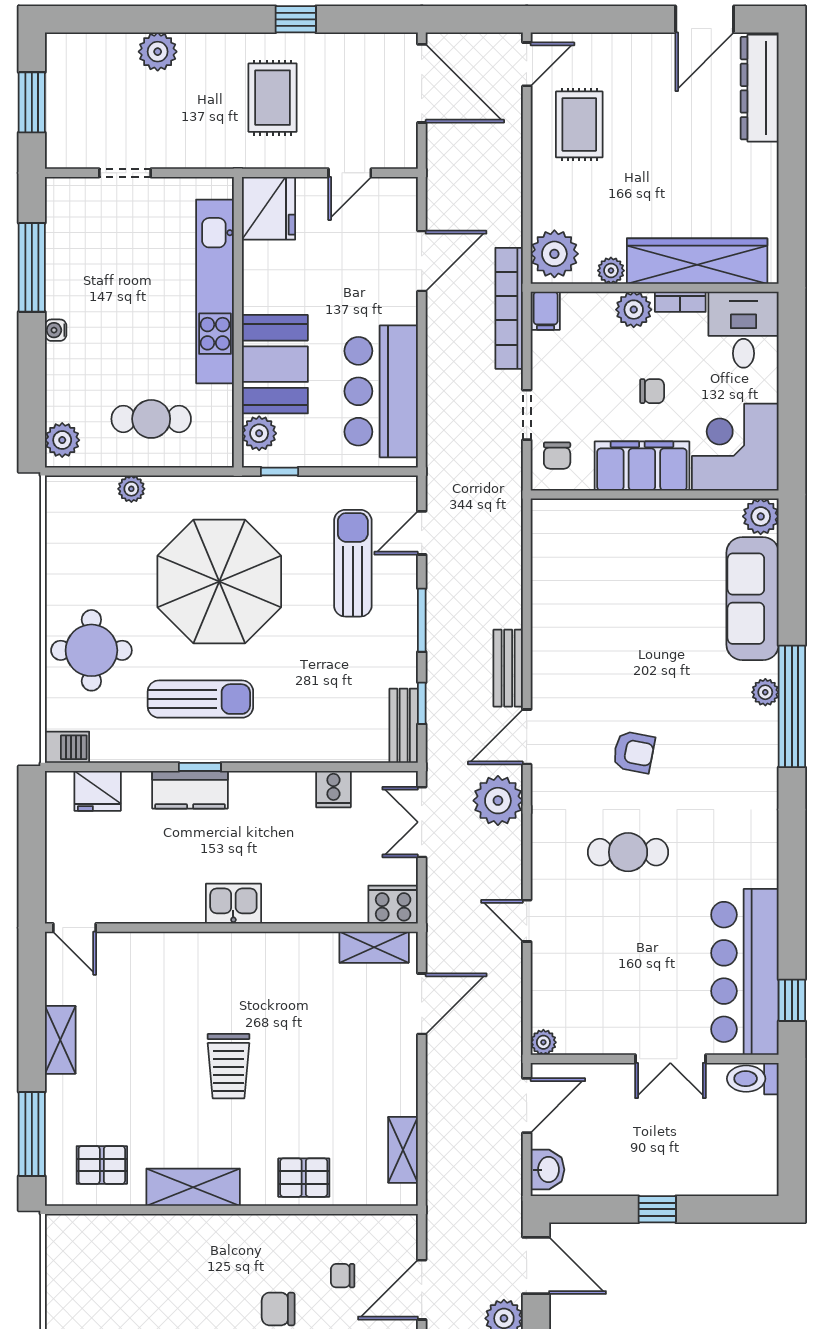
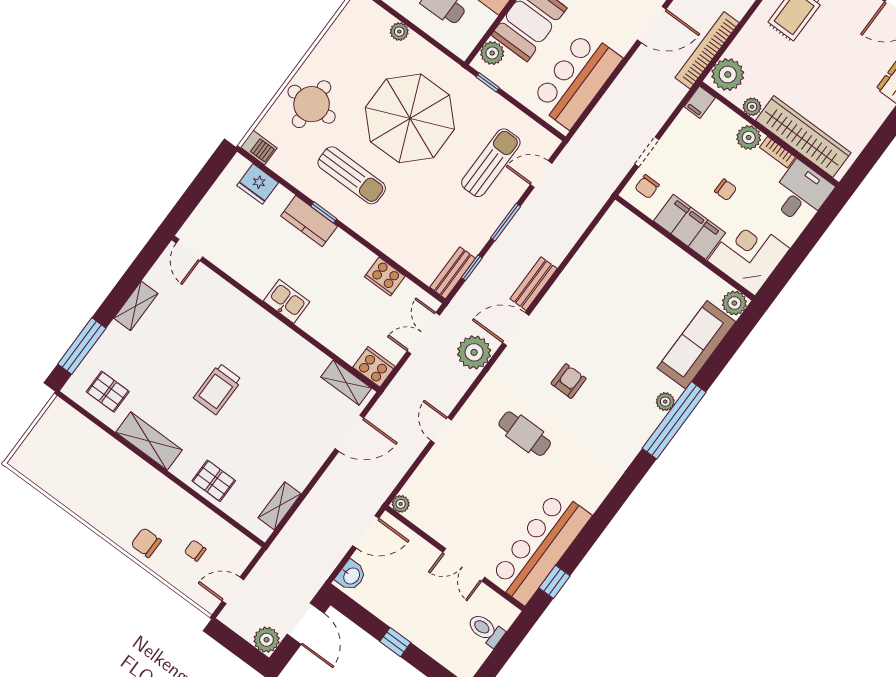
bookcase: (509, 308) -> (707, 50), moved
armchair: (634, 752) -> (569, 381), turned -101
cooker: (333, 789) -> (385, 277), width x1.36
toilet: (753, 1079) -> (486, 630), moved
door: (422, 1290) -> (233, 590), width x0.73

